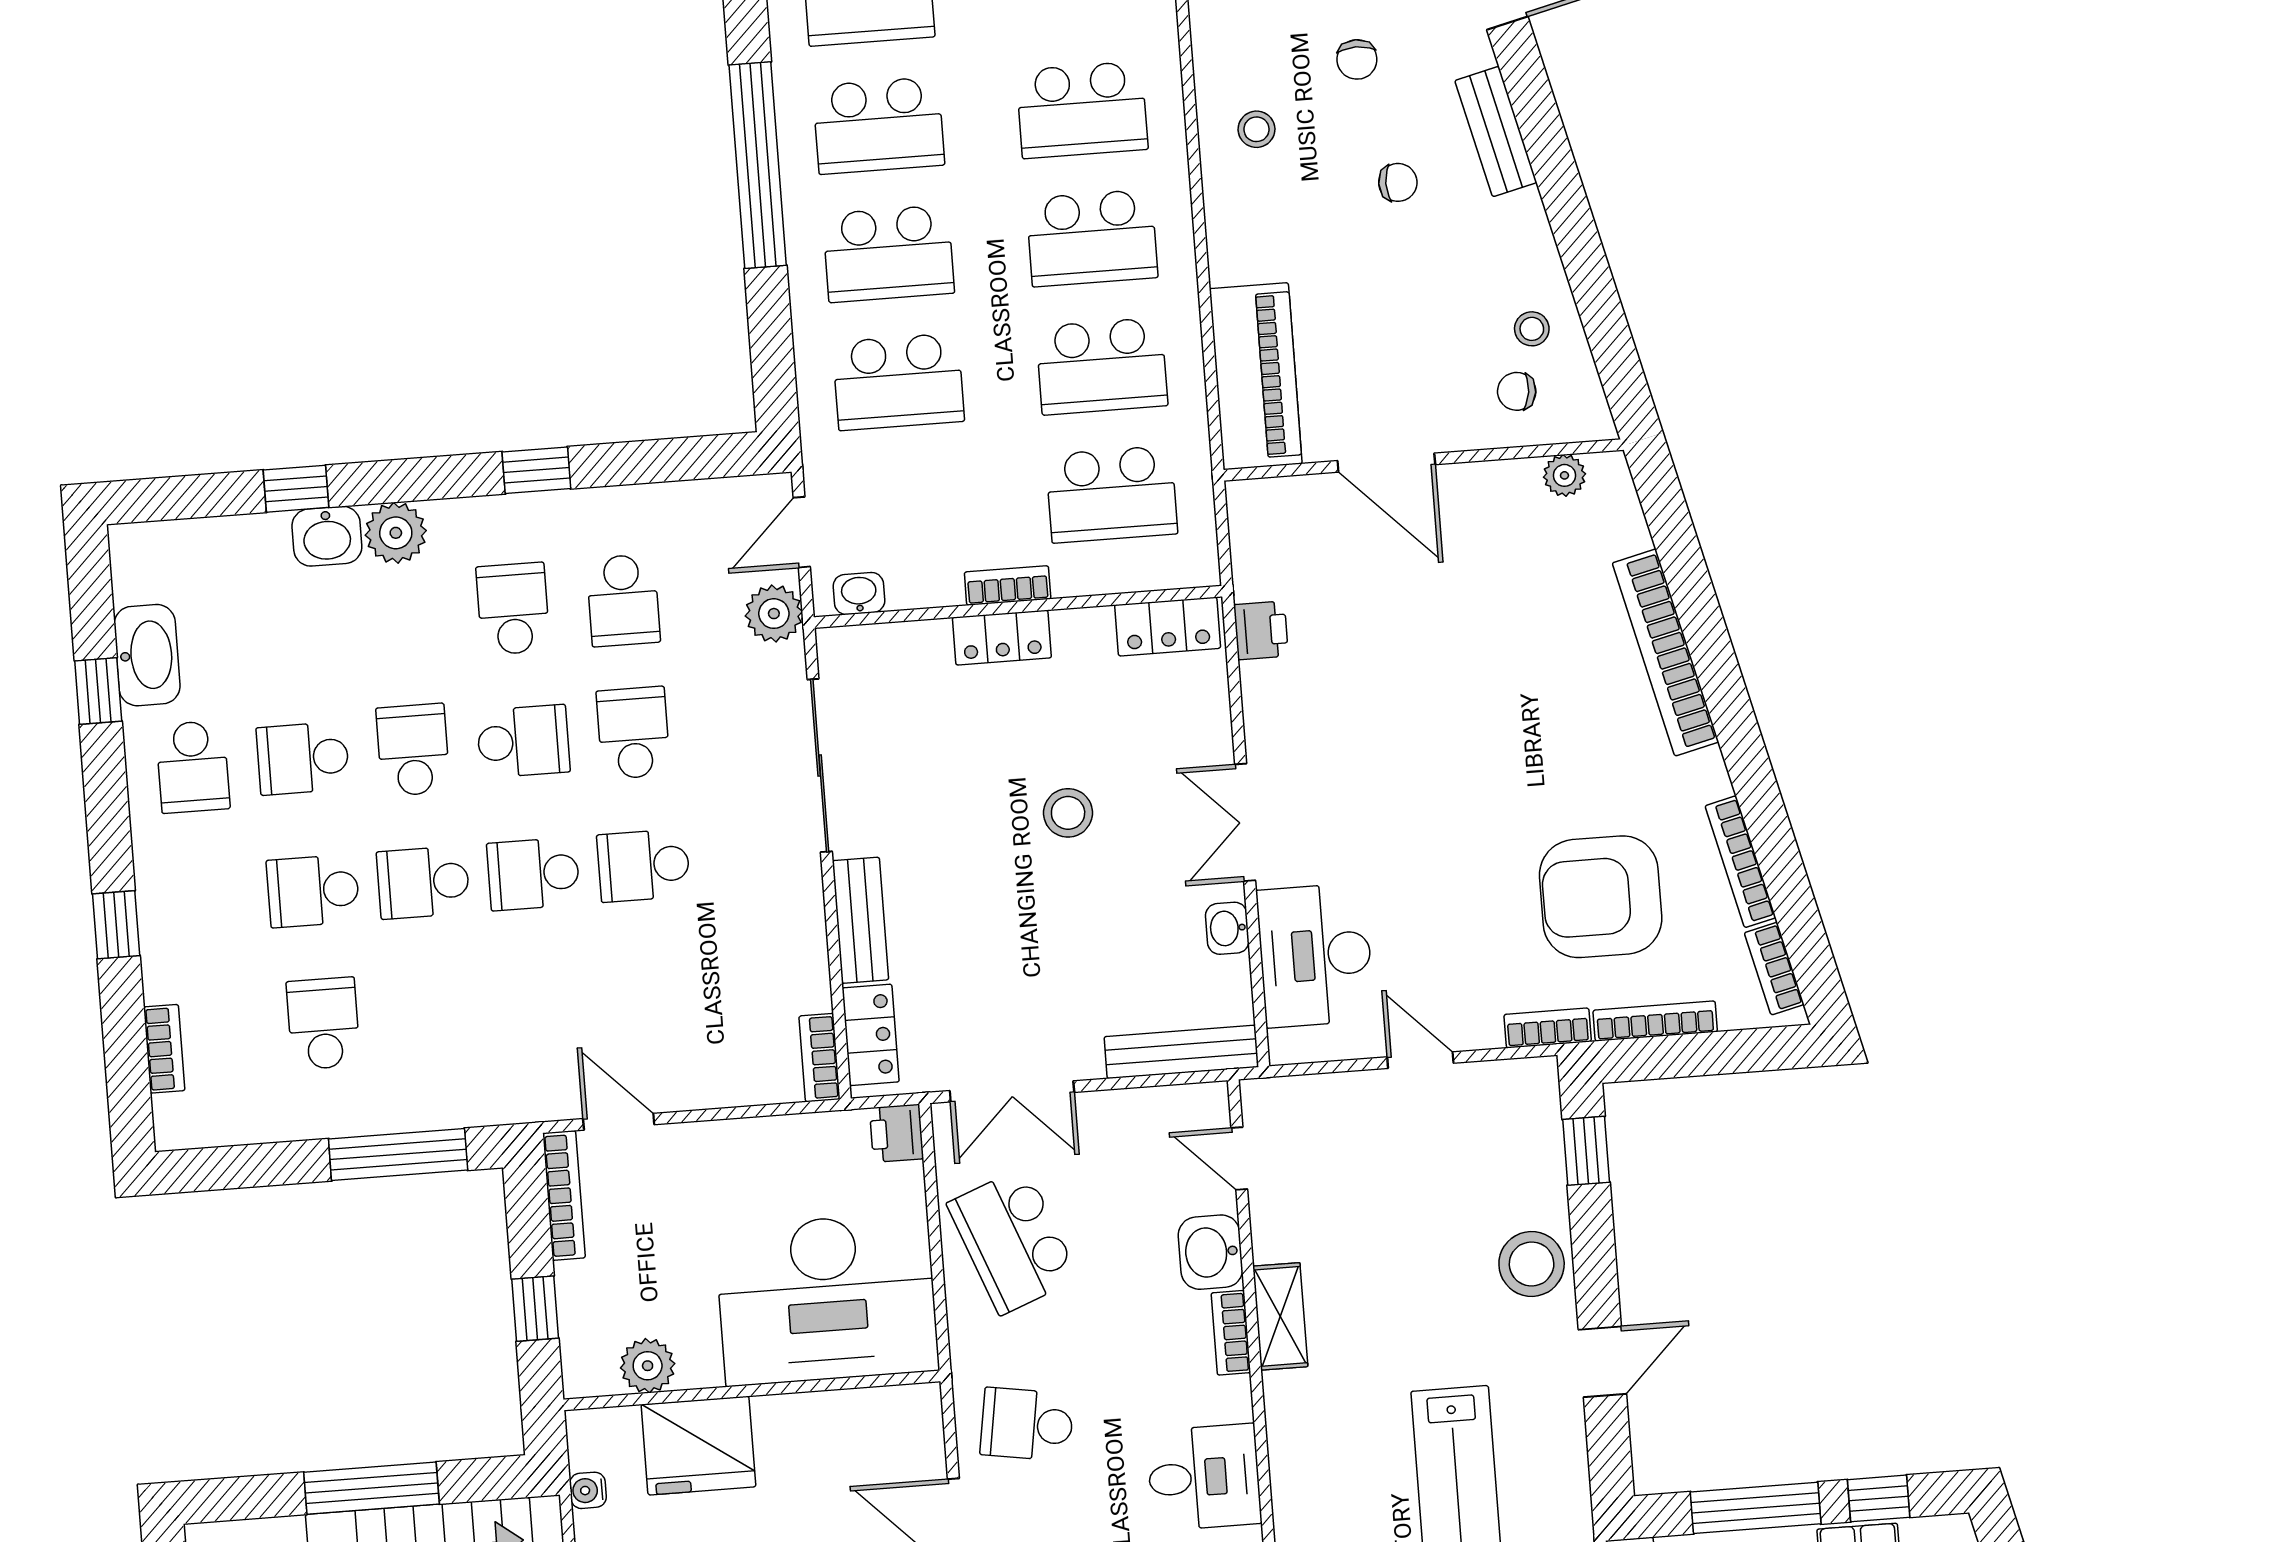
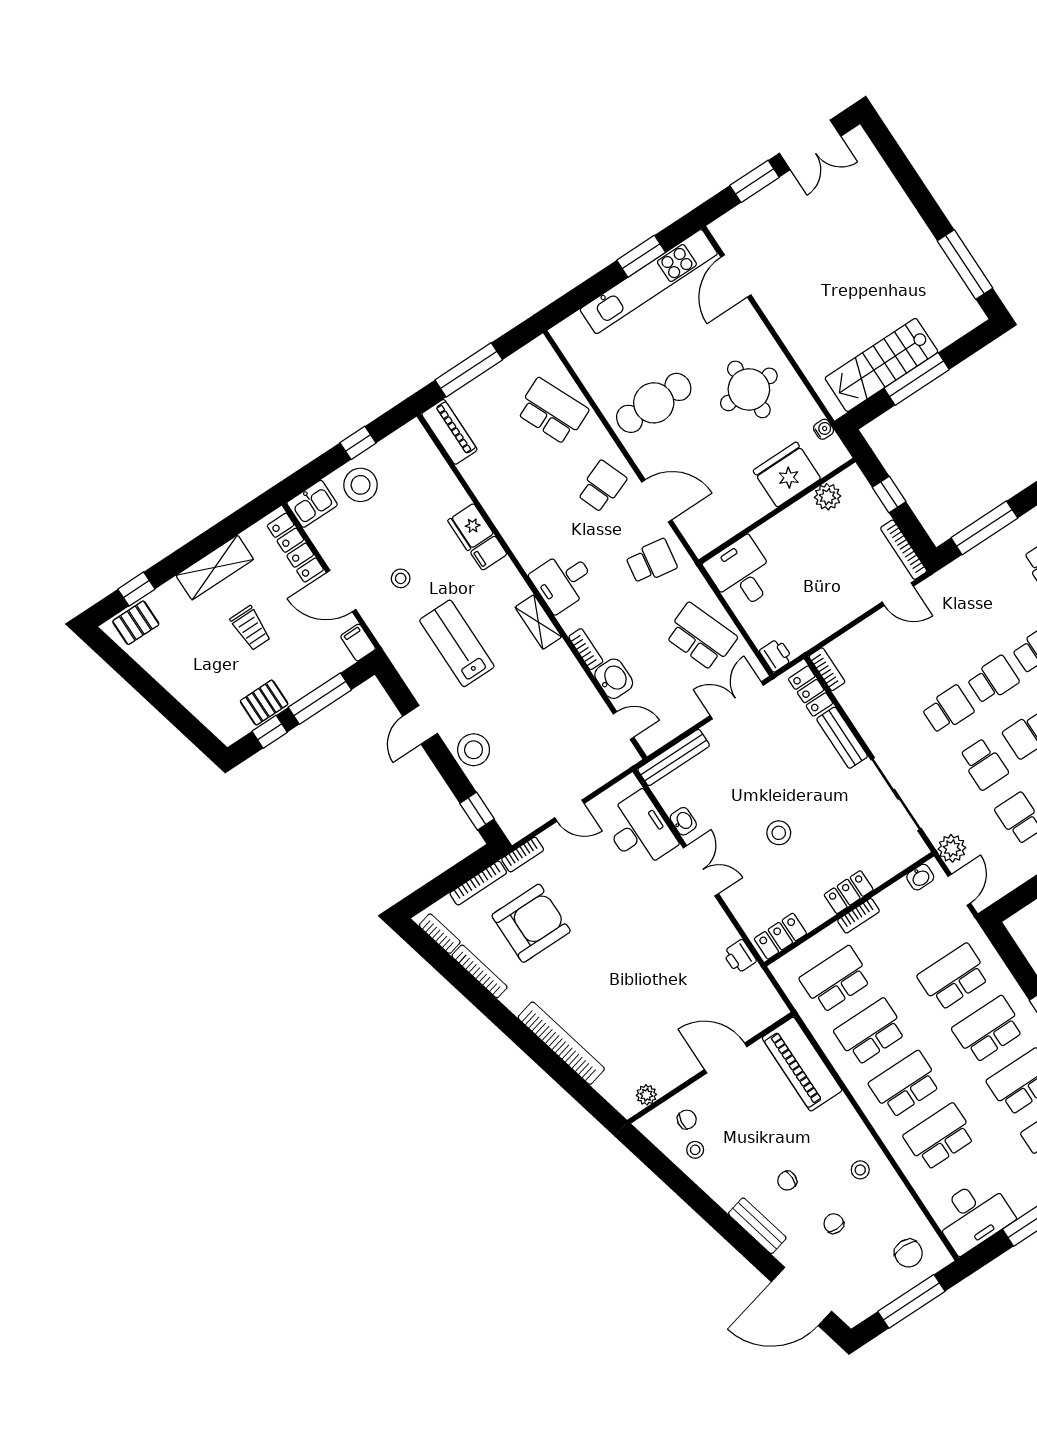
desk: (827, 1299) -> (741, 574), width x0.53, depth x0.77
shelving: (1280, 1316) -> (538, 622), moved

